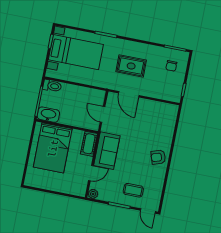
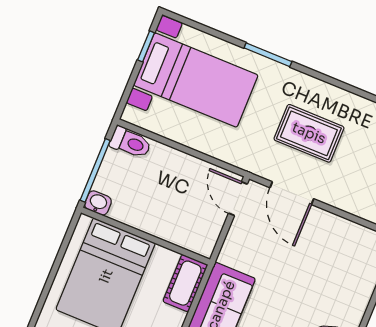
door: (103, 114) -> (238, 199), moved
washbasin: (48, 115) -> (98, 203), width x0.52, depth x0.69

